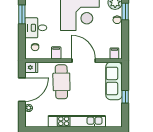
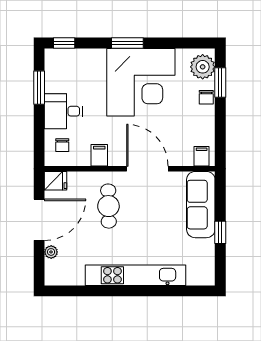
cafe table: (61, 82) -> (108, 206), width x0.73, depth x0.74

